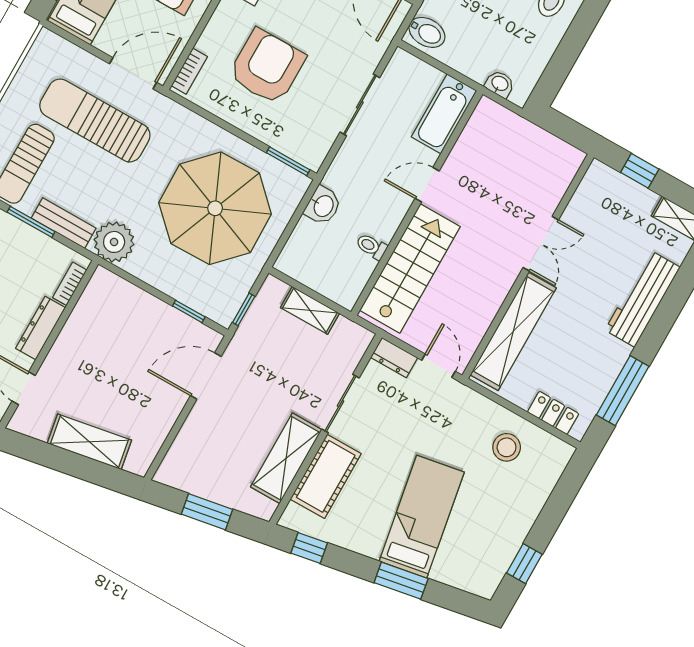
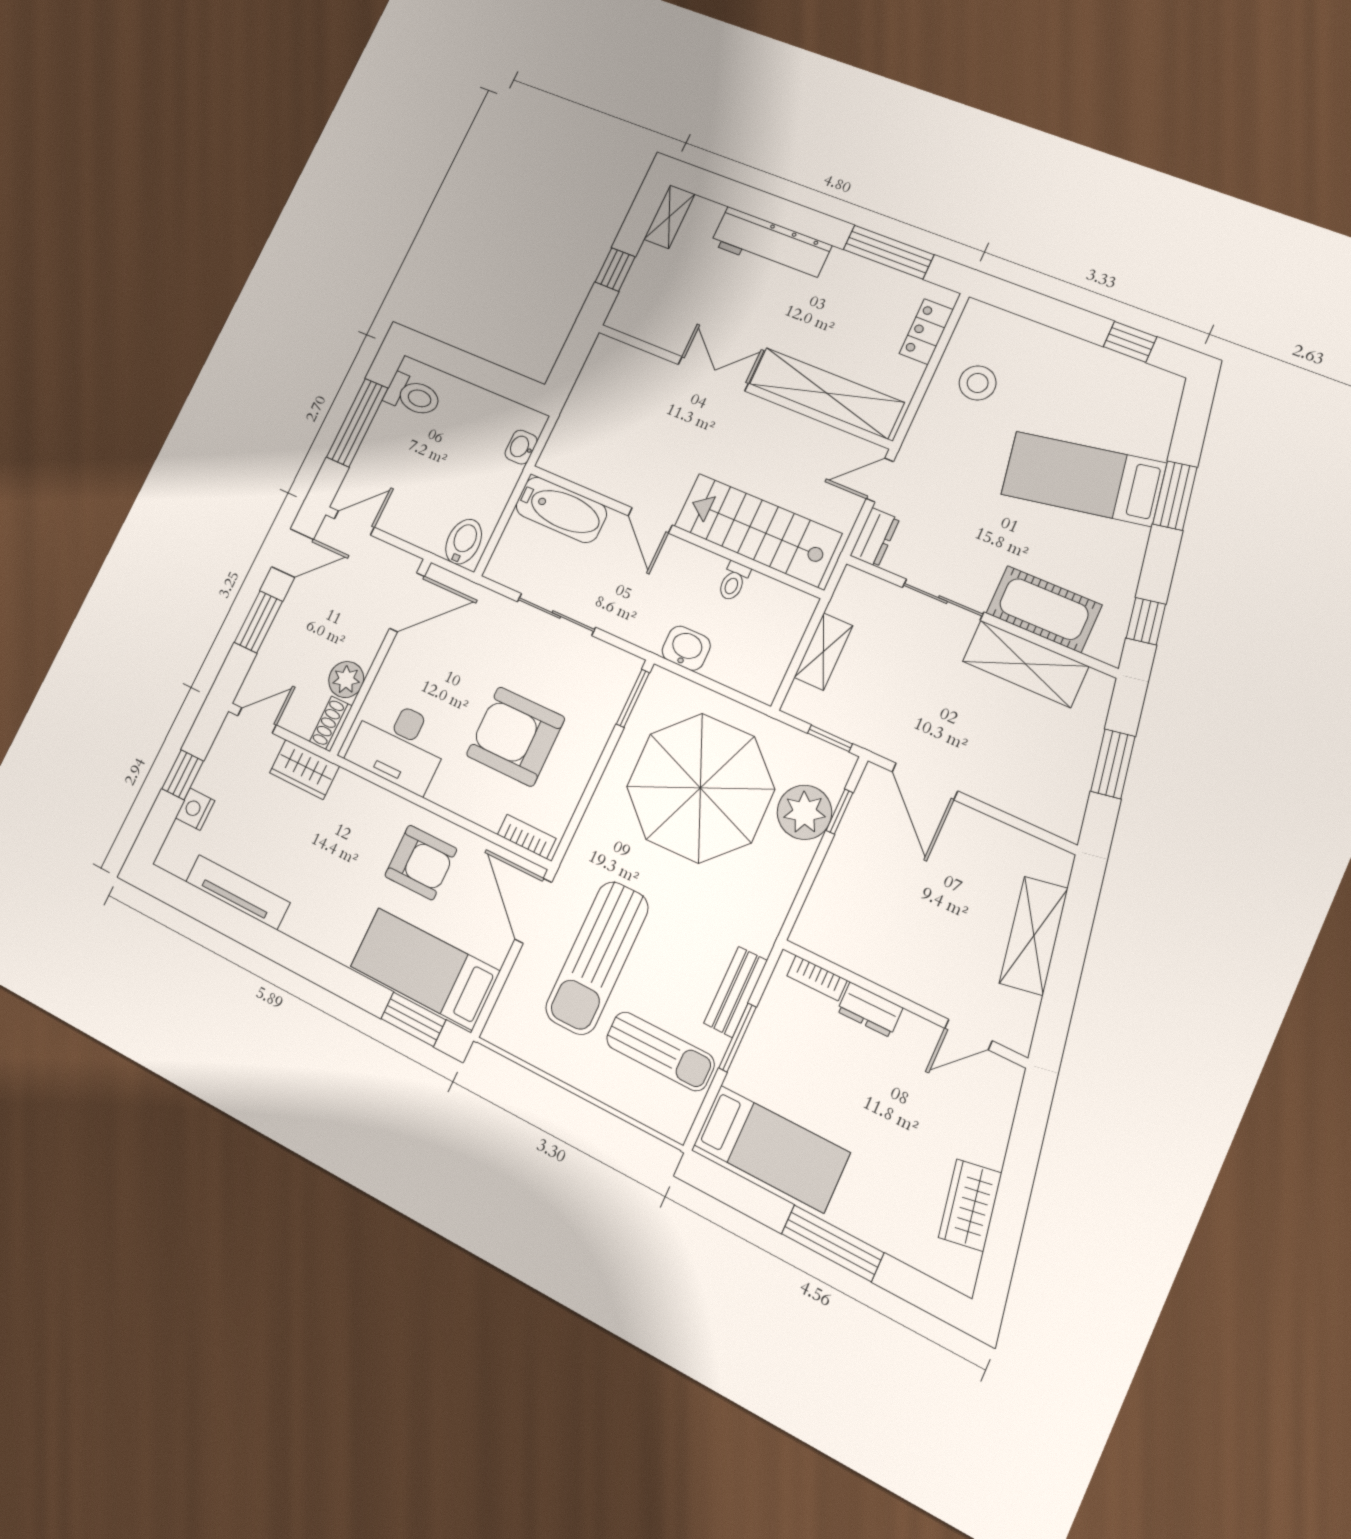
plant: (114, 242) -> (804, 812), moved
dresser: (41, 328) -> (870, 1010), width x0.70

